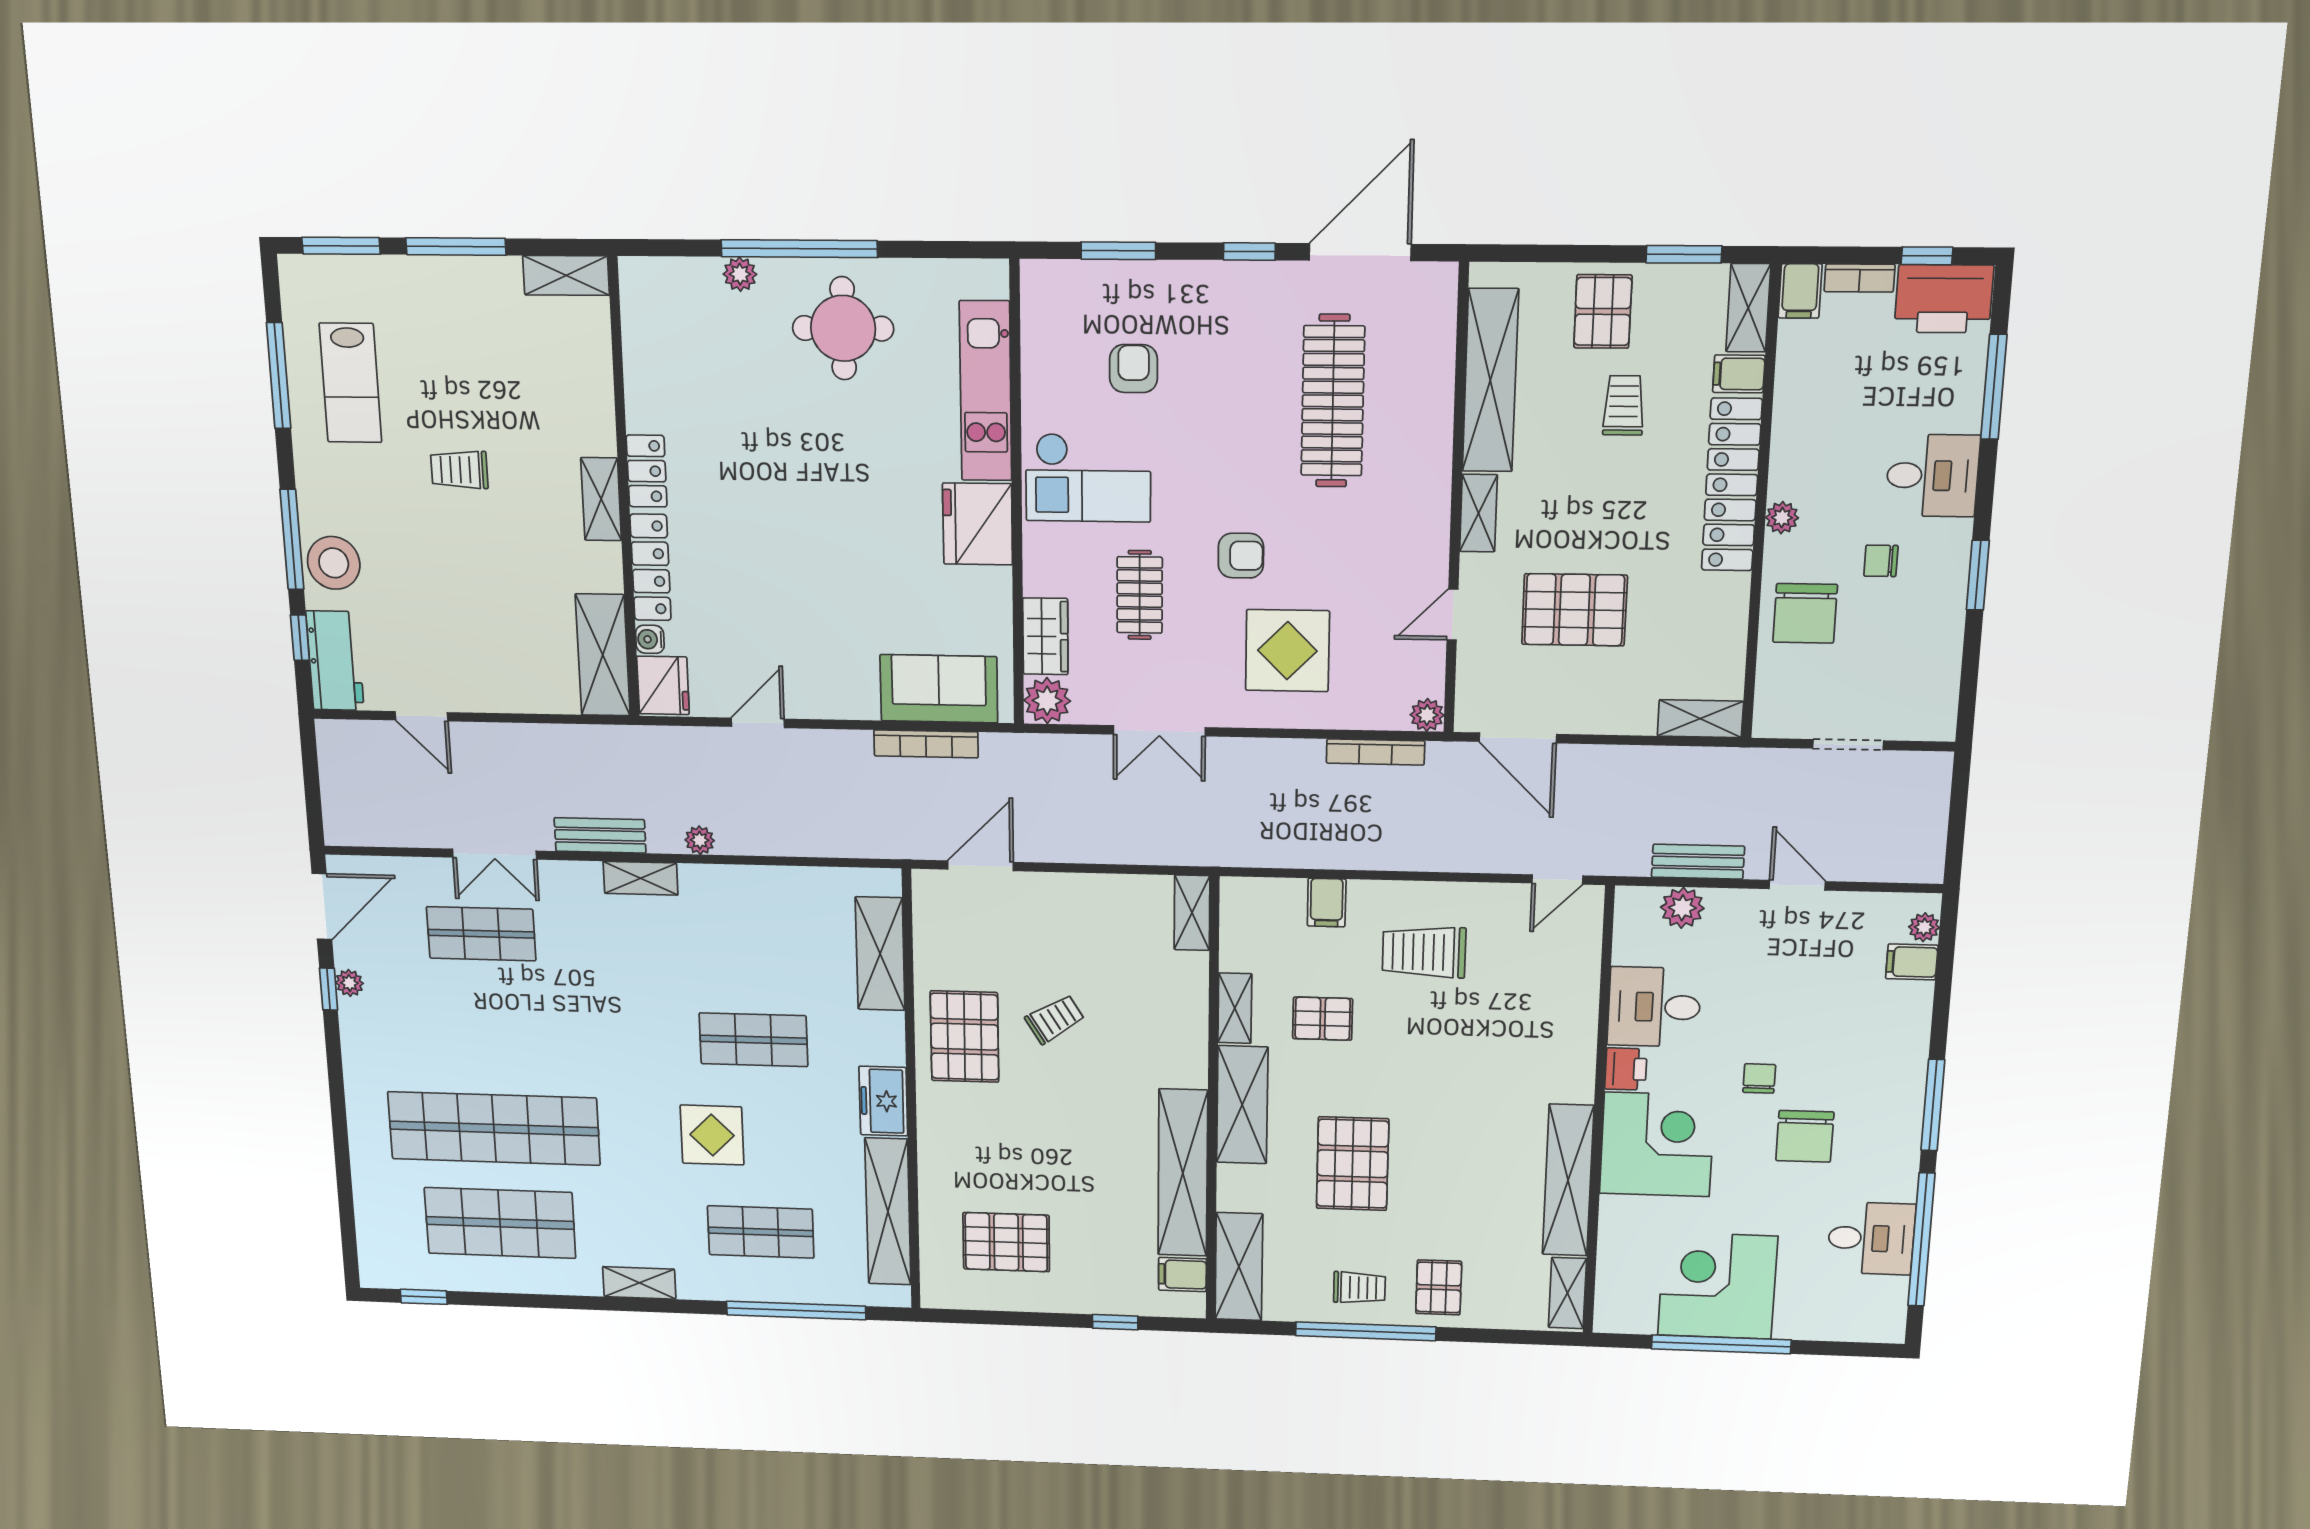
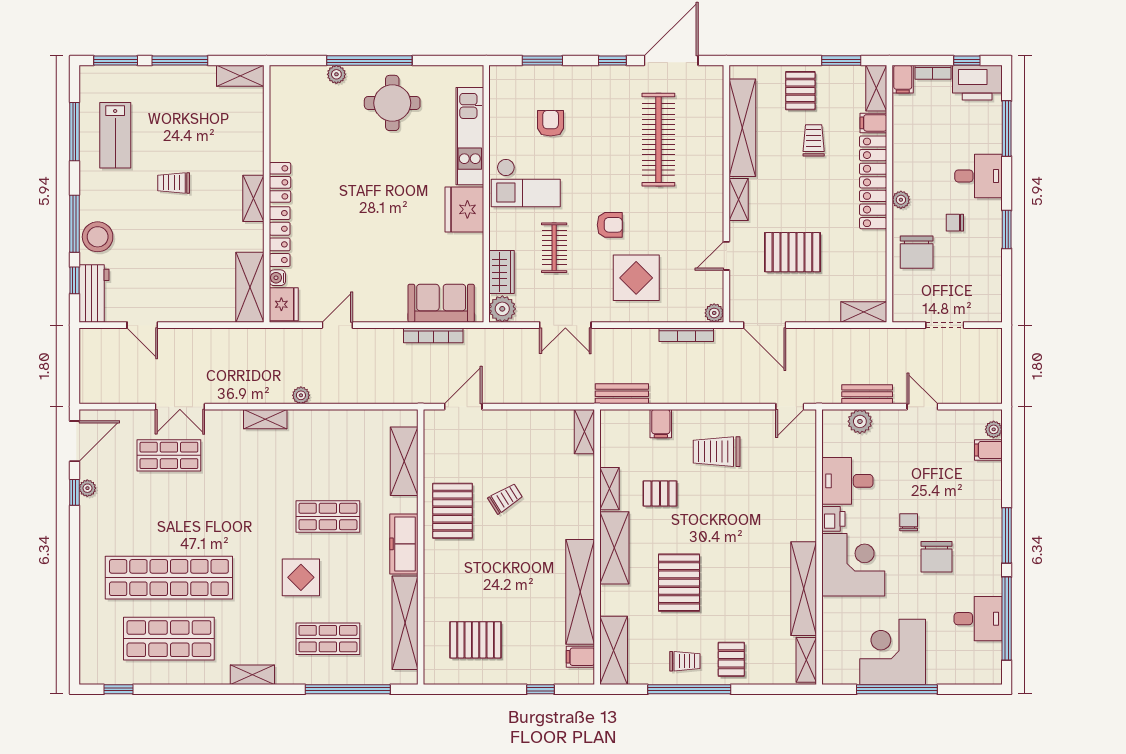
bench: (600, 835) -> (622, 394), moved
freezer: (883, 1101) -> (404, 544), width x1.40

